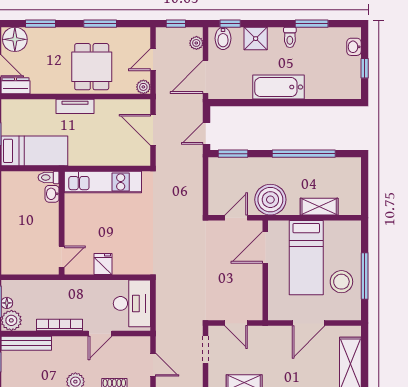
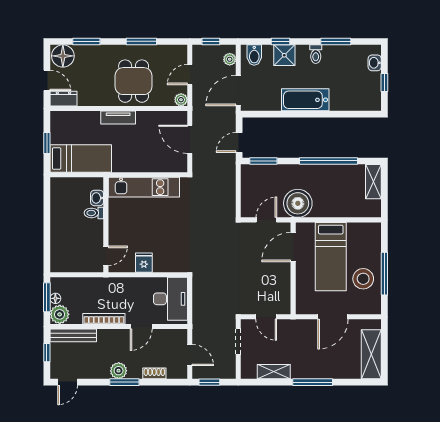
window: (230, 24) -> (281, 41), moved
toilet: (49, 177) -> (94, 213), moved
shelving: (319, 207) -> (373, 182), moved, turned 90

